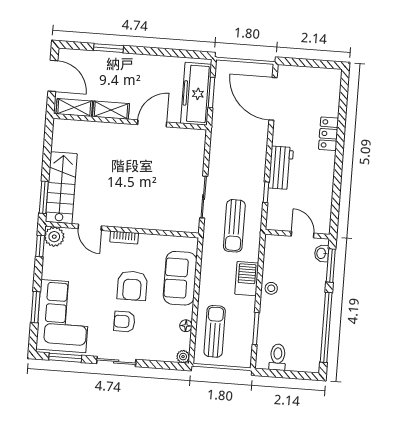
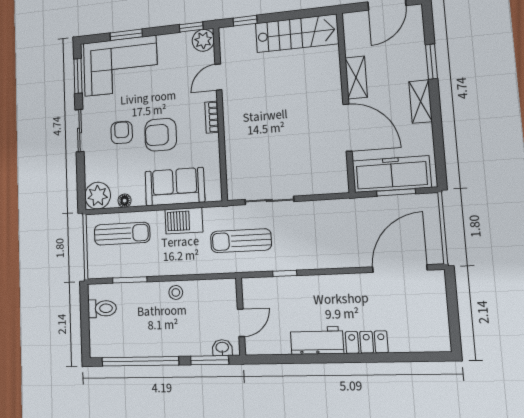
shelving: (74, 107) -> (420, 102), moved
door: (152, 123) -> (347, 128), width x1.36
workbench: (281, 168) -> (317, 341), moved, turned 180
stairs: (61, 188) -> (297, 33), moved
window: (44, 197) -> (245, 21), width x0.67
barbecue: (247, 279) -> (184, 221), moved, turned 180
plant: (183, 357) -> (98, 196), width x1.88, depth x1.88

